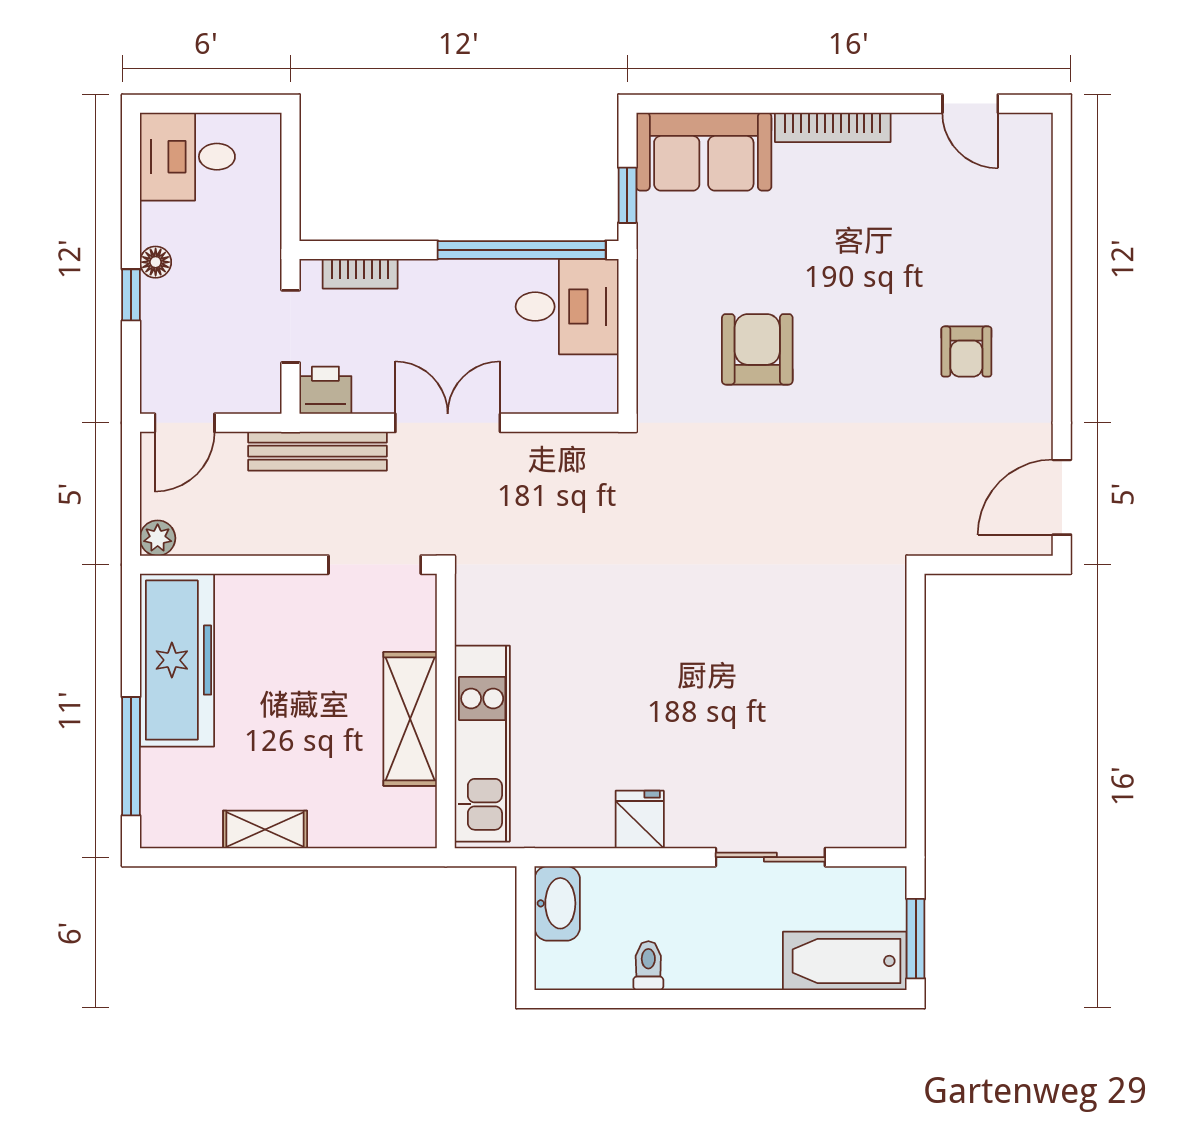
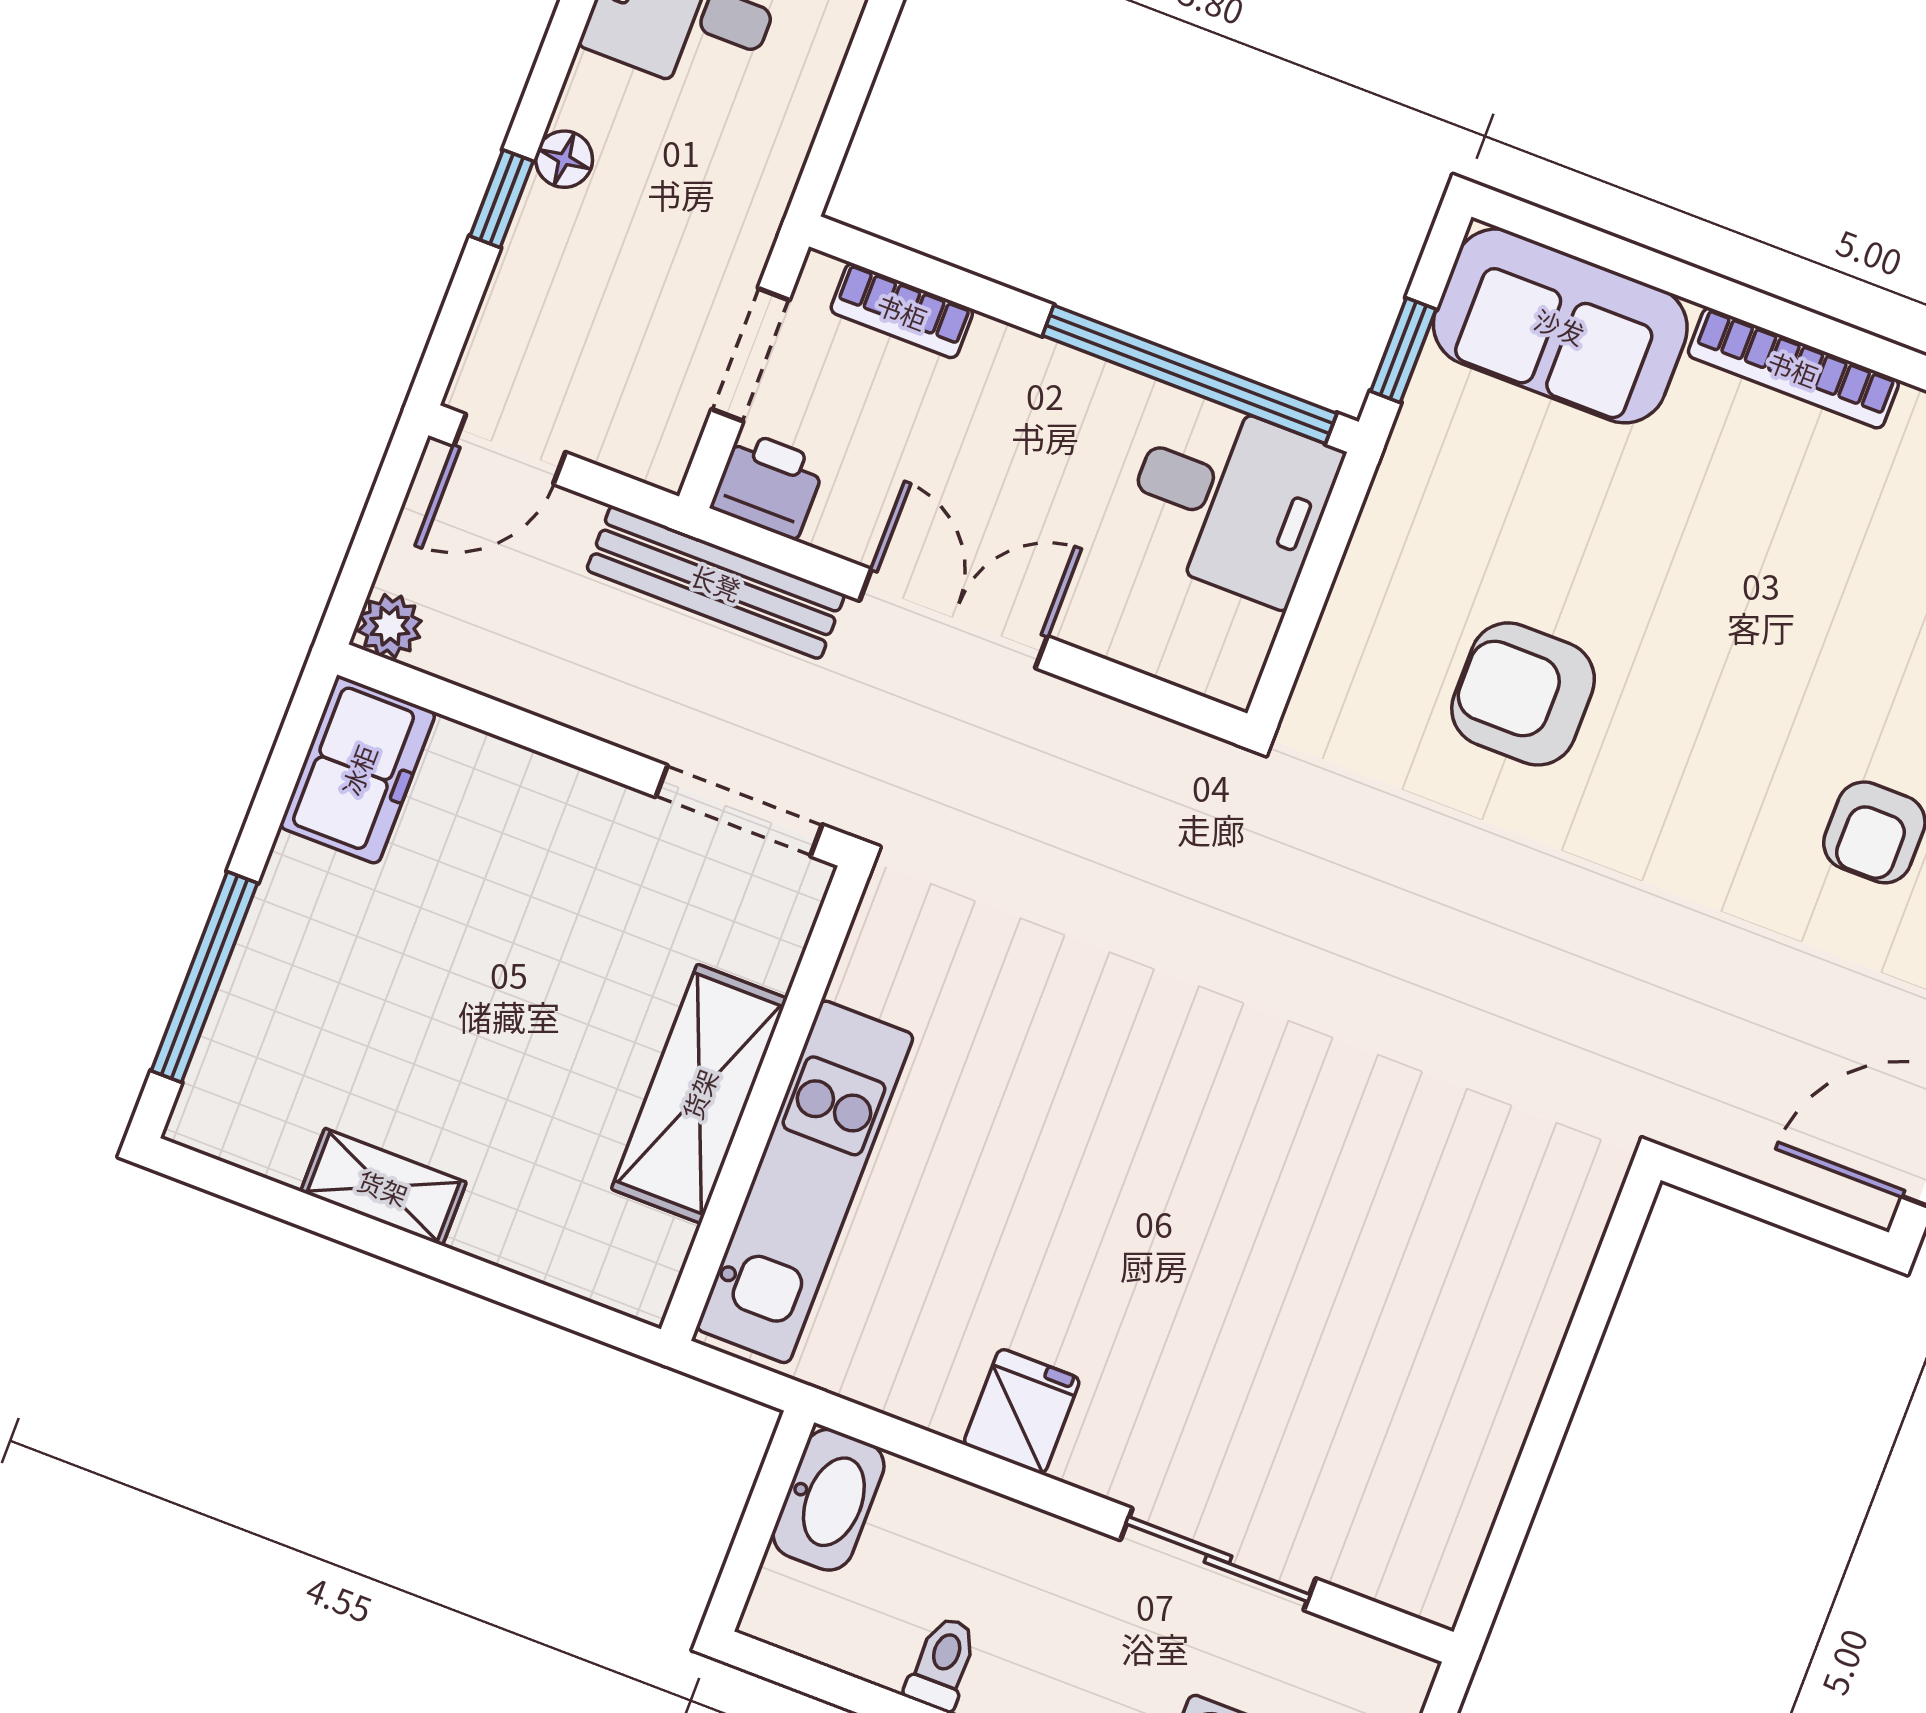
armchair: (757, 349) -> (1523, 694), turned -90
freezer: (177, 660) -> (358, 770), width x0.52, depth x0.79

